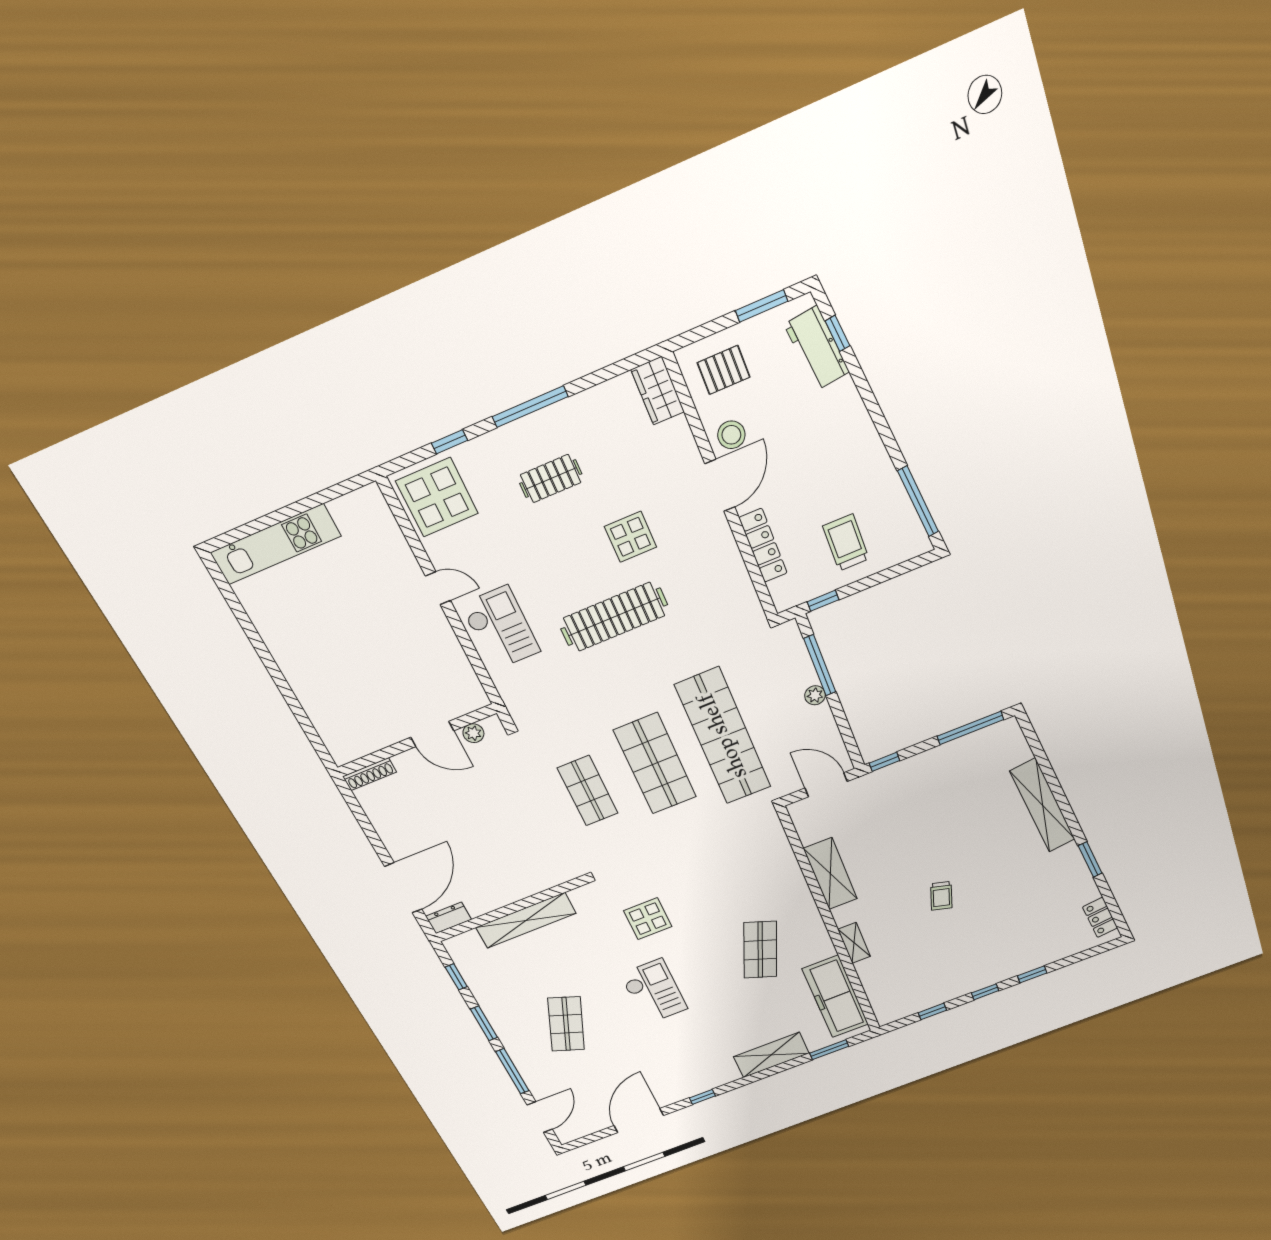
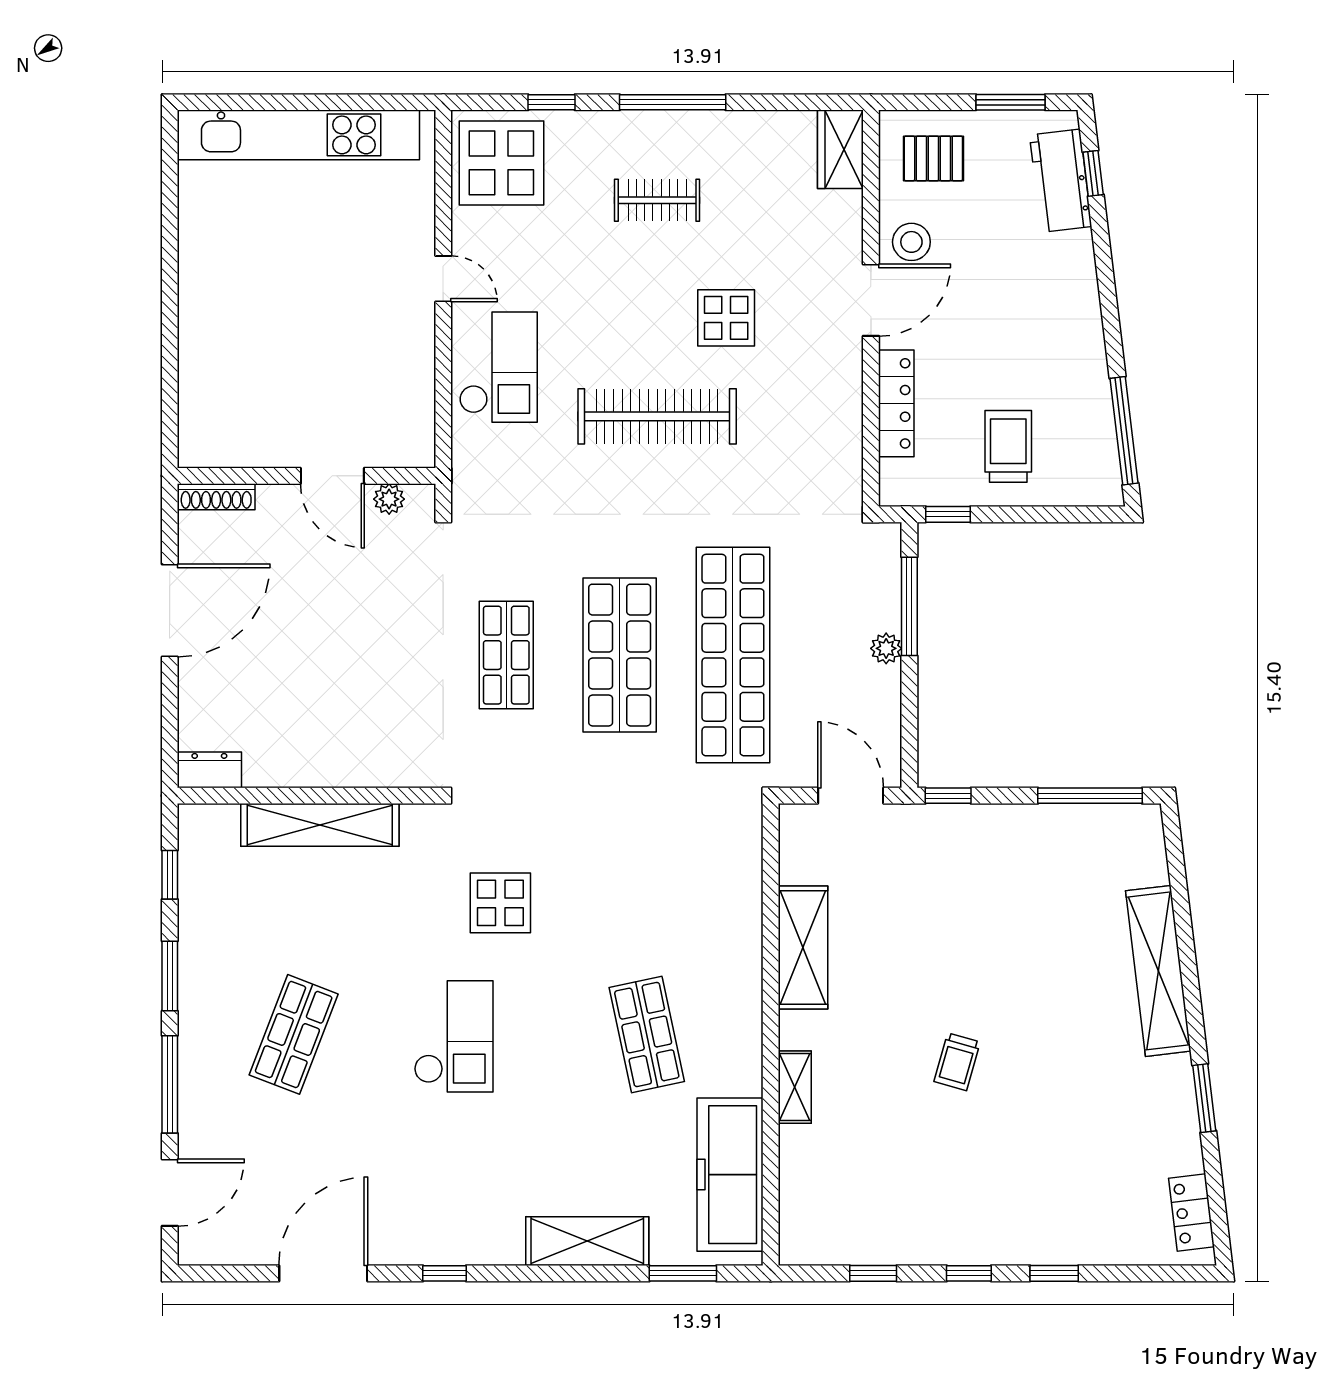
kitchen unit: (276, 544) -> (298, 135), width x1.36
door: (403, 888) -> (170, 611), moved
shop shelf: (760, 950) -> (647, 1034), turned -33

